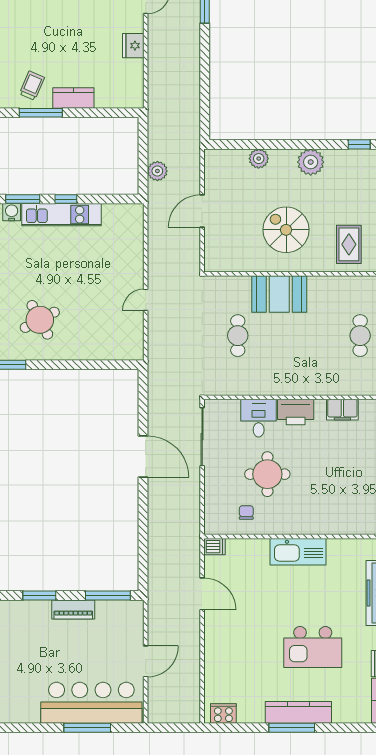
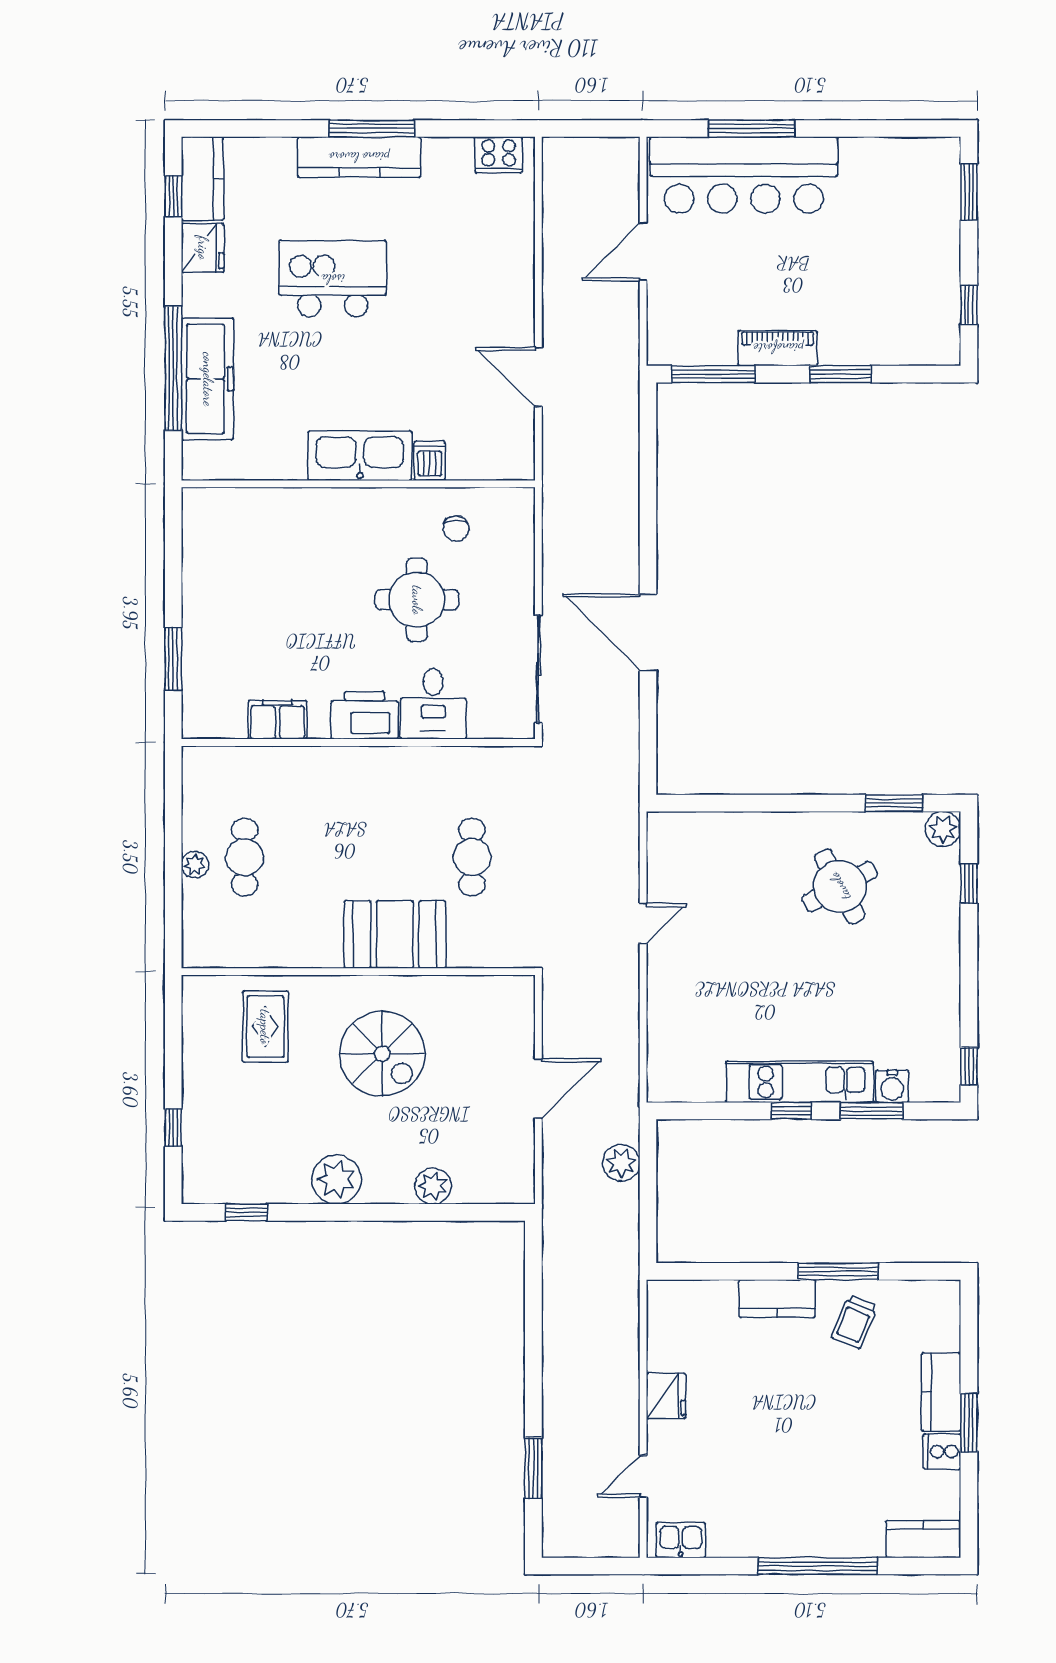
dishwasher: (214, 547) -> (430, 461), moved, turned 90

